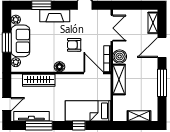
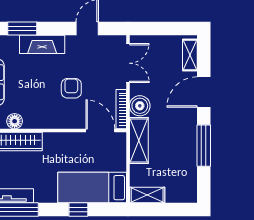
armchair: (74, 45) -> (71, 88), turned 90
floor lamp: (59, 67) -> (15, 121), moved
shelving: (139, 116) -> (147, 195), moved

